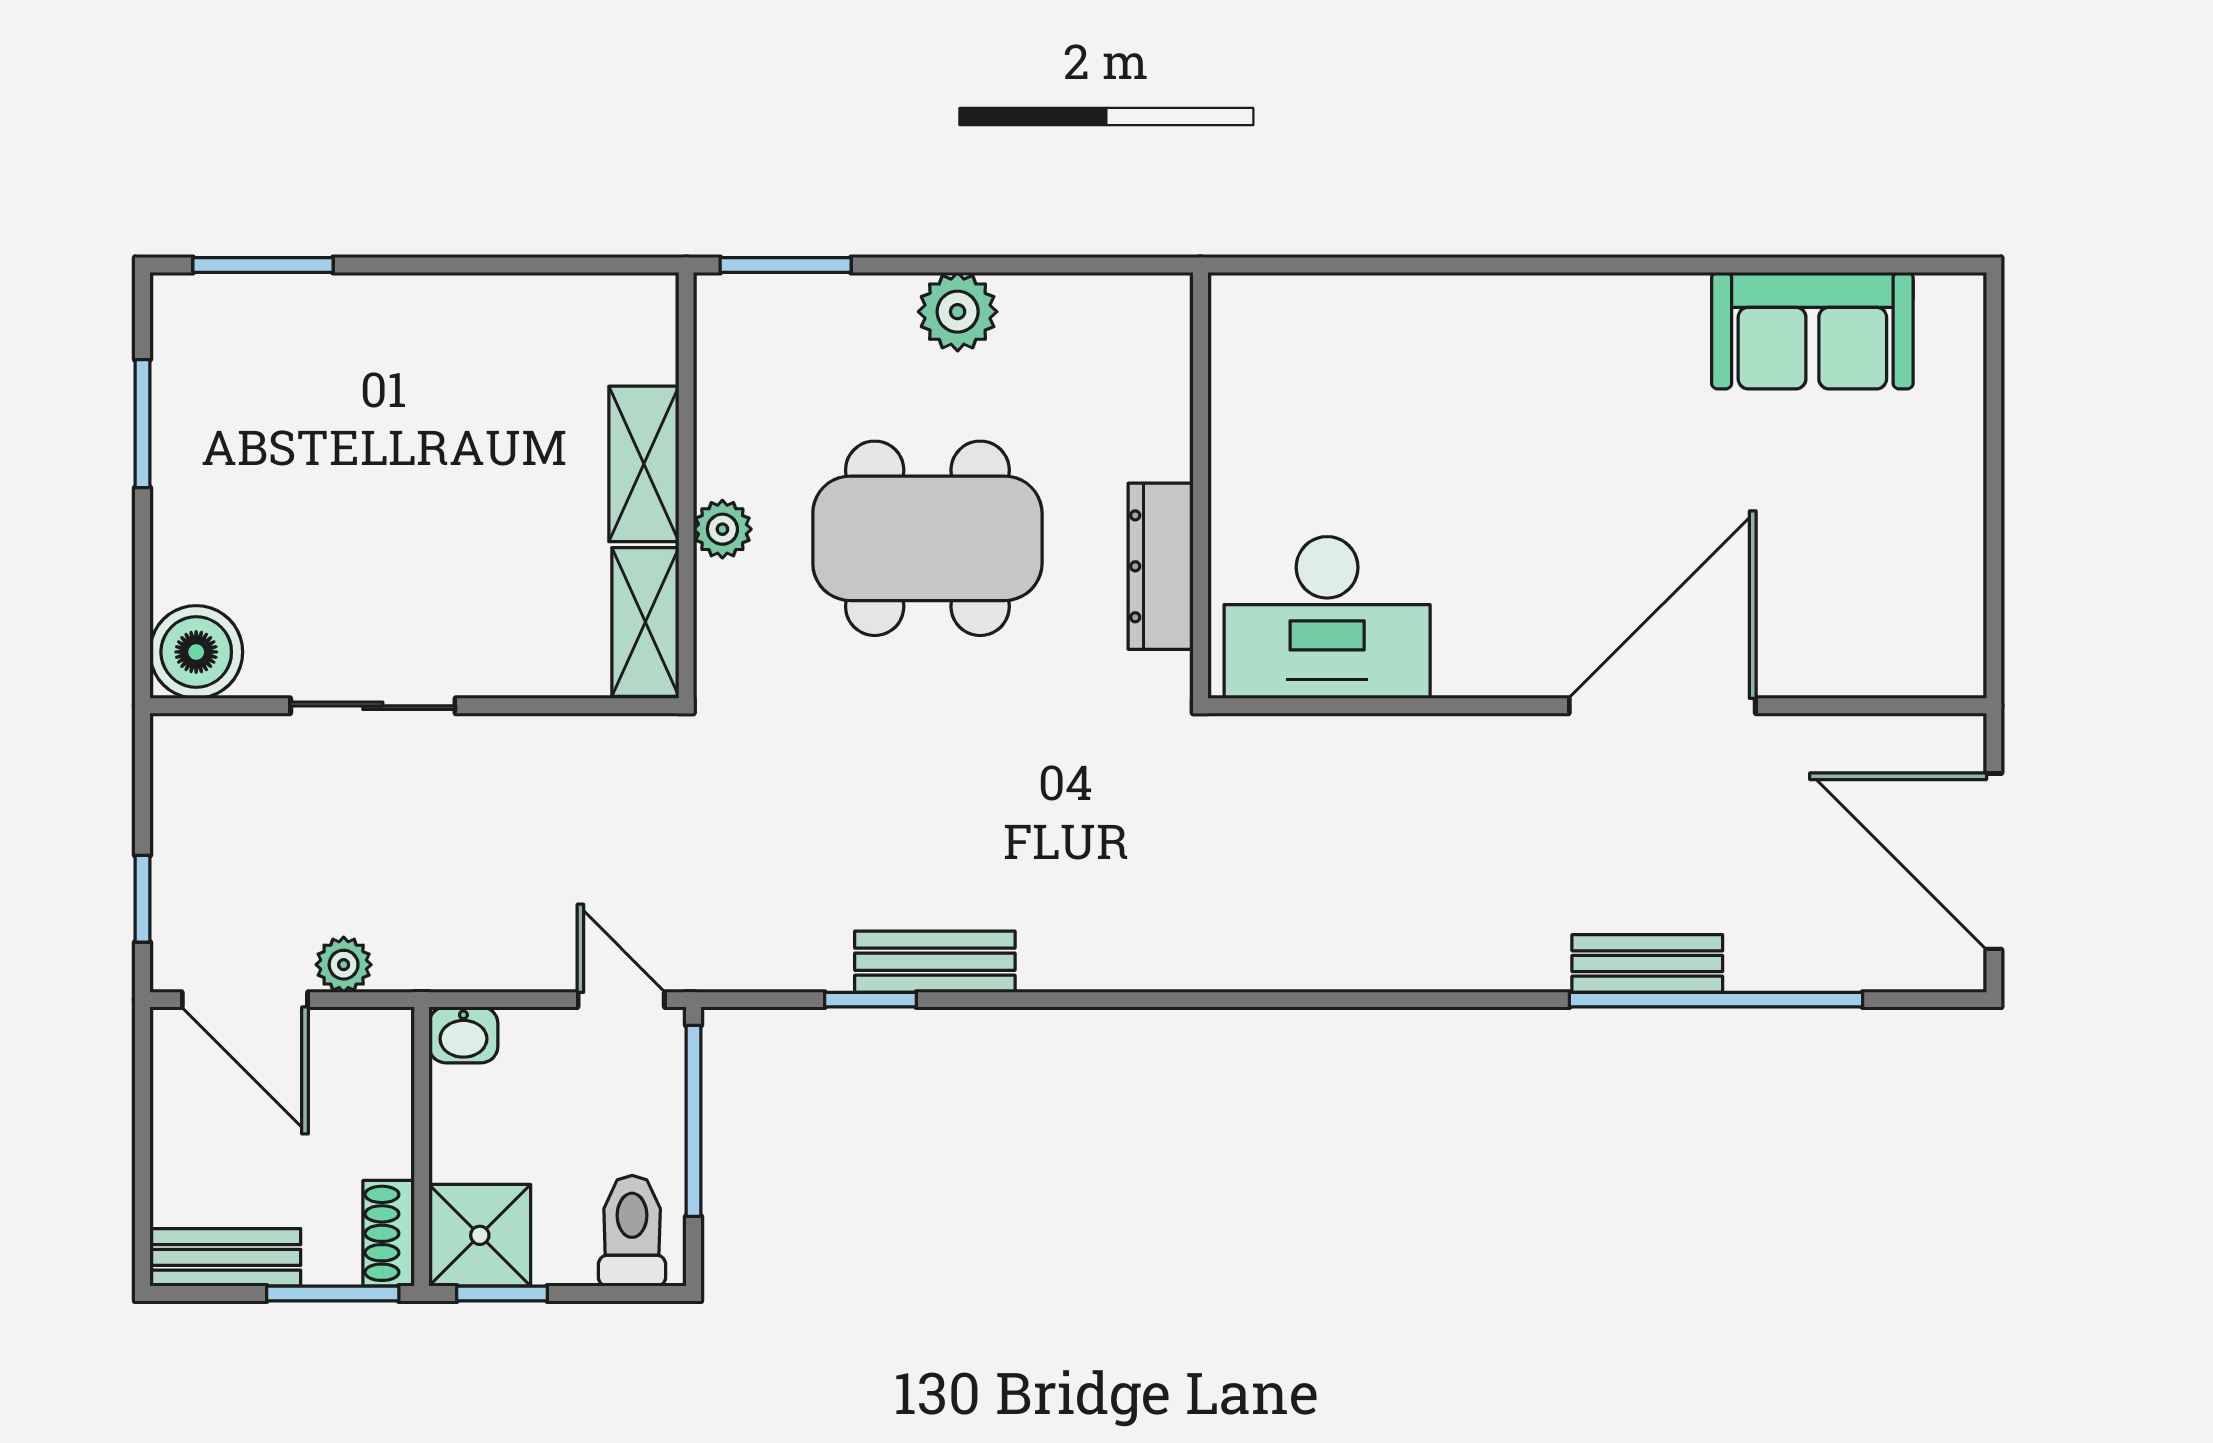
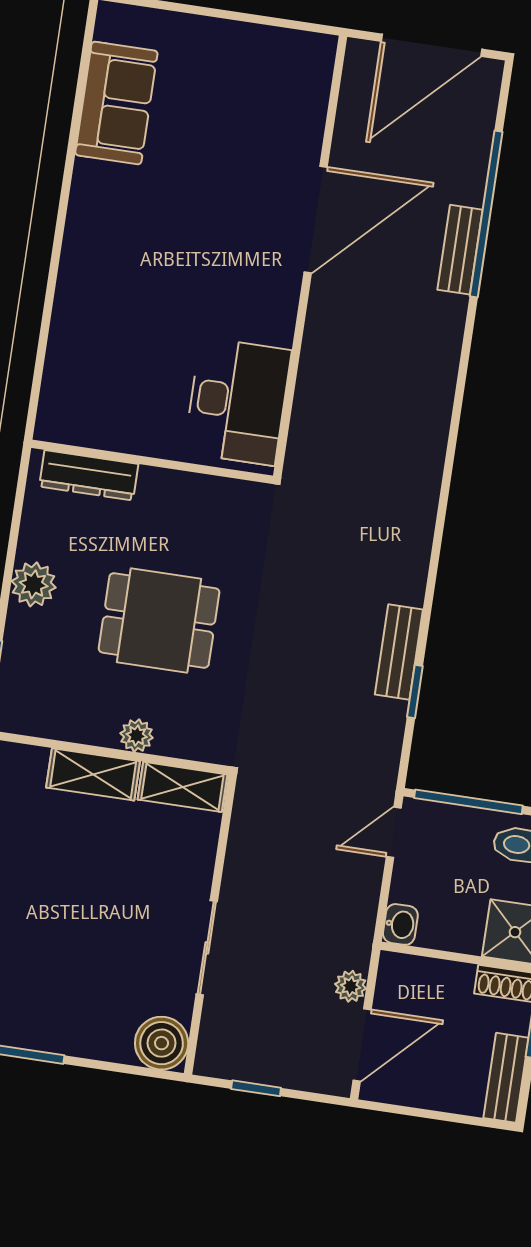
dining table: (927, 538) -> (159, 620), width x0.73
dresser: (1161, 566) -> (89, 475), moved
door: (1662, 706) -> (316, 219), swing flipped
window: (142, 899) -> (256, 1088), moved

